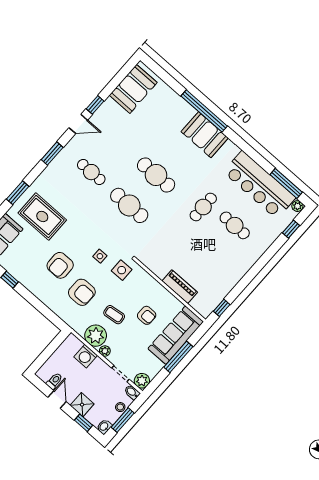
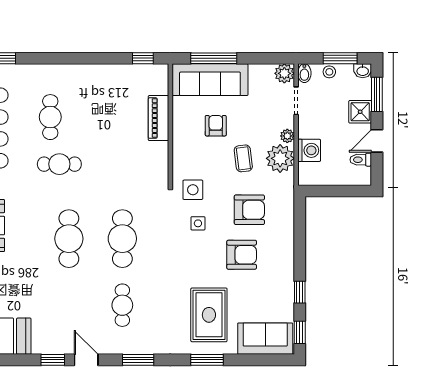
armchair: (82, 292) -> (249, 210), turned 90
window: (178, 357) -> (214, 58), moved
window: (83, 423) -> (377, 94), width x1.50

